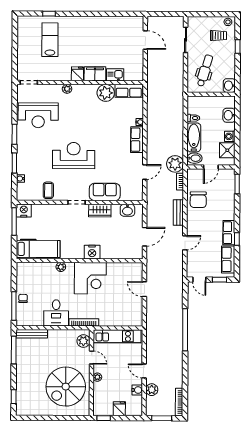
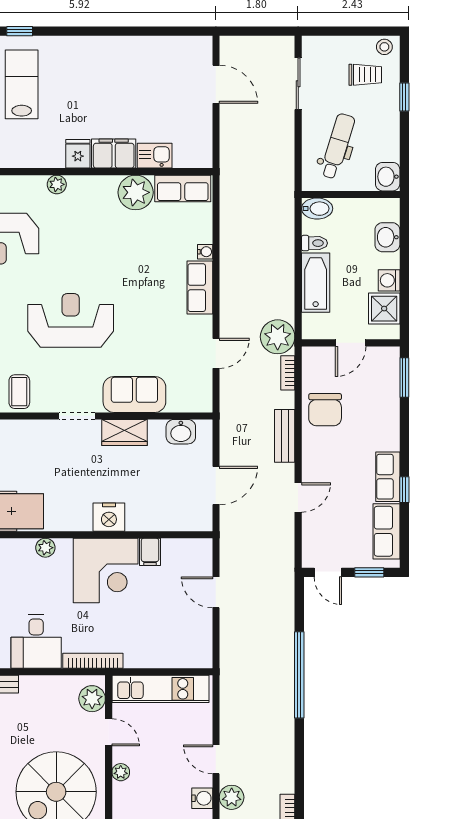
bidet: (194, 158) -> (317, 209), moved
filing cabinet: (112, 269) -> (150, 552), added

